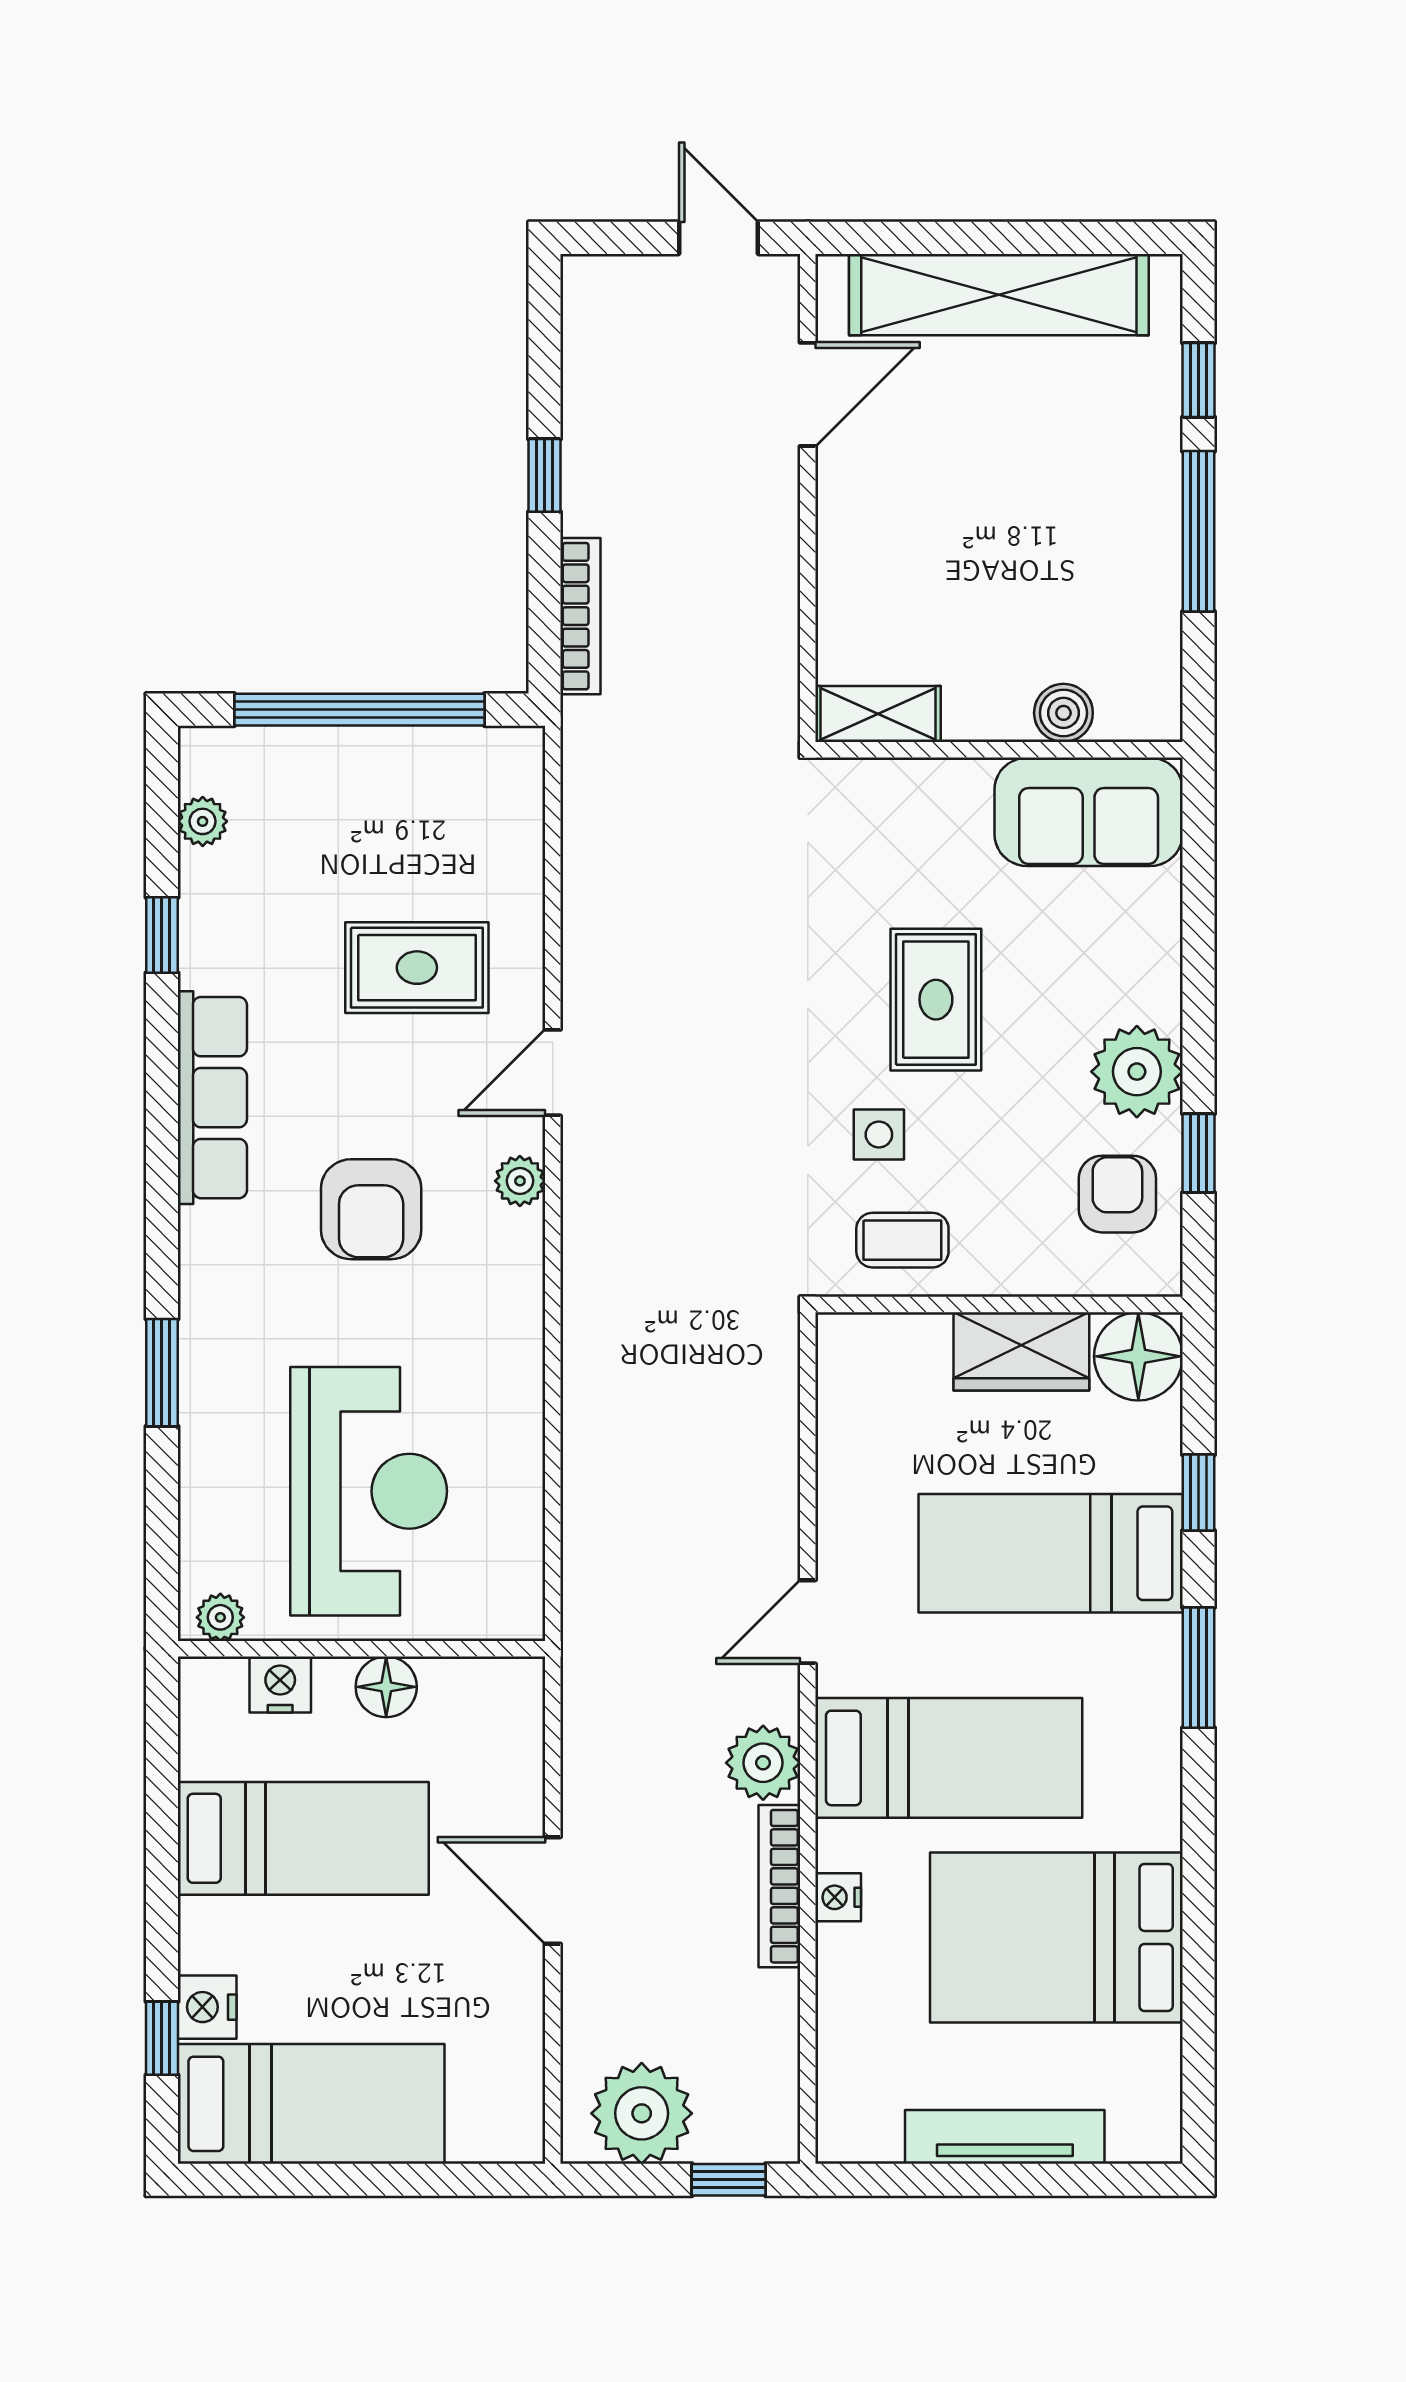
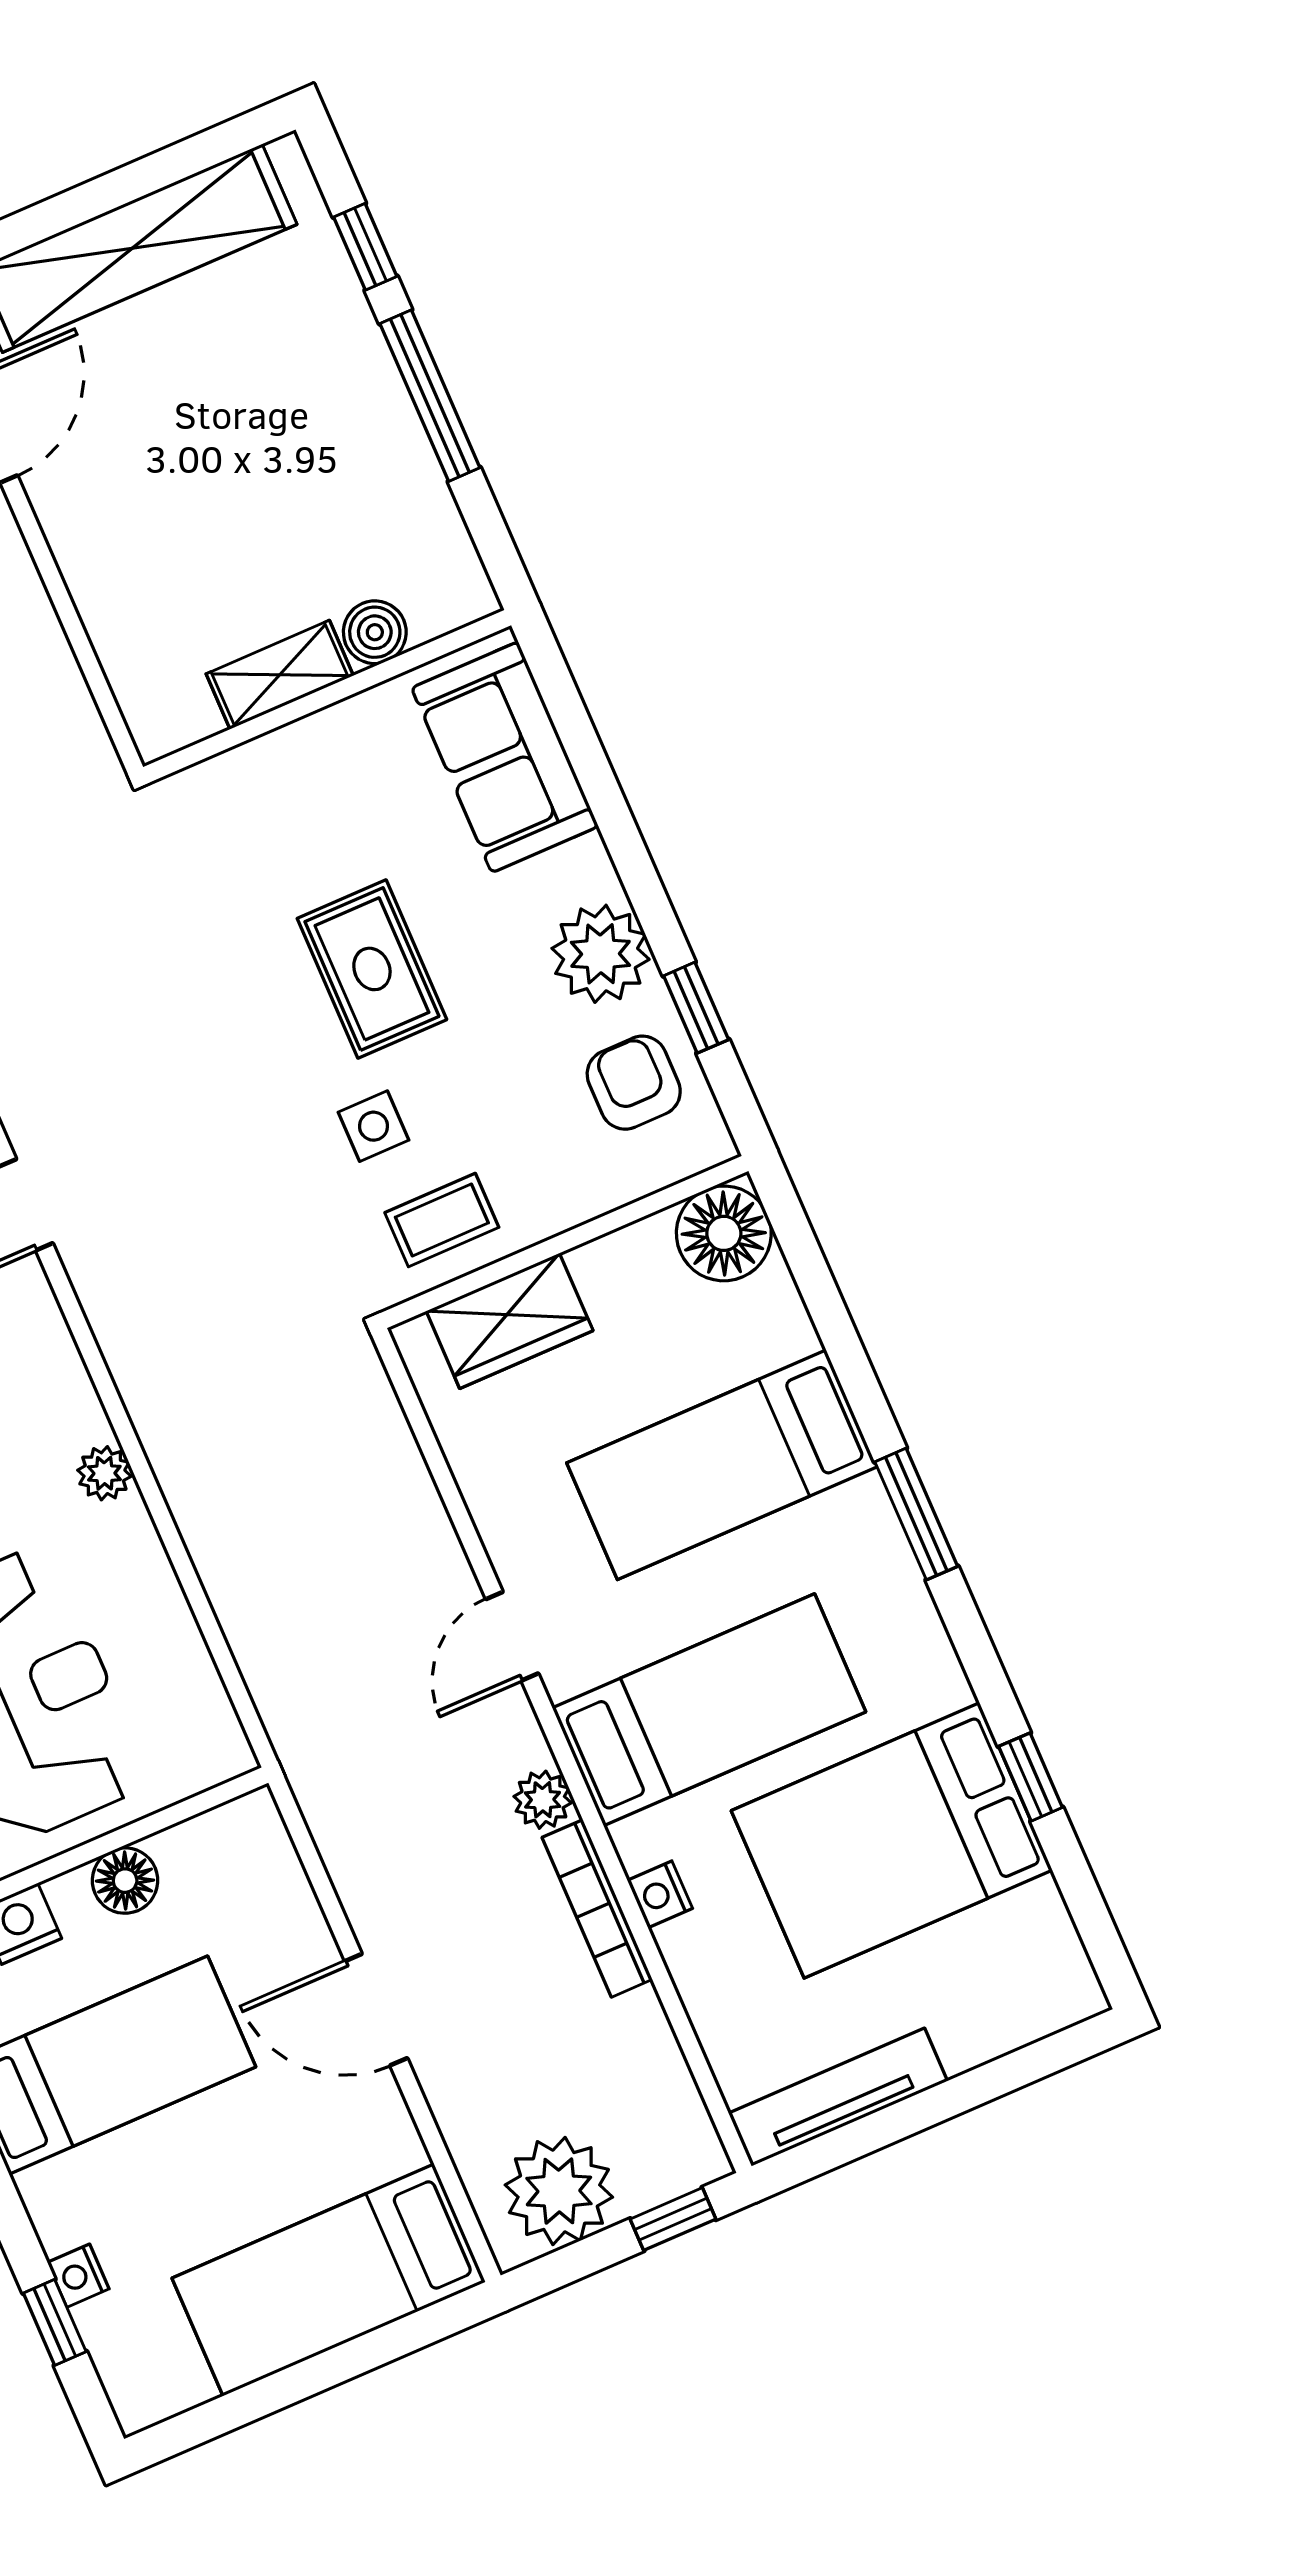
shelving: (878, 714) -> (280, 675), moved
sofa: (1089, 812) -> (505, 757), moved, turned 90
plant: (520, 1181) -> (104, 1473), moved
wardrobe: (1021, 1351) -> (510, 1321), moved
window: (1199, 1493) -> (1031, 1777), moved
plant: (763, 1763) -> (543, 1800), width x0.73, depth x0.73
nightstand: (207, 2007) -> (78, 2276), width x0.72, depth x0.74
bed: (311, 2104) -> (329, 2280), moved, turned 180
tv unit: (1005, 2137) -> (838, 2097), moved

